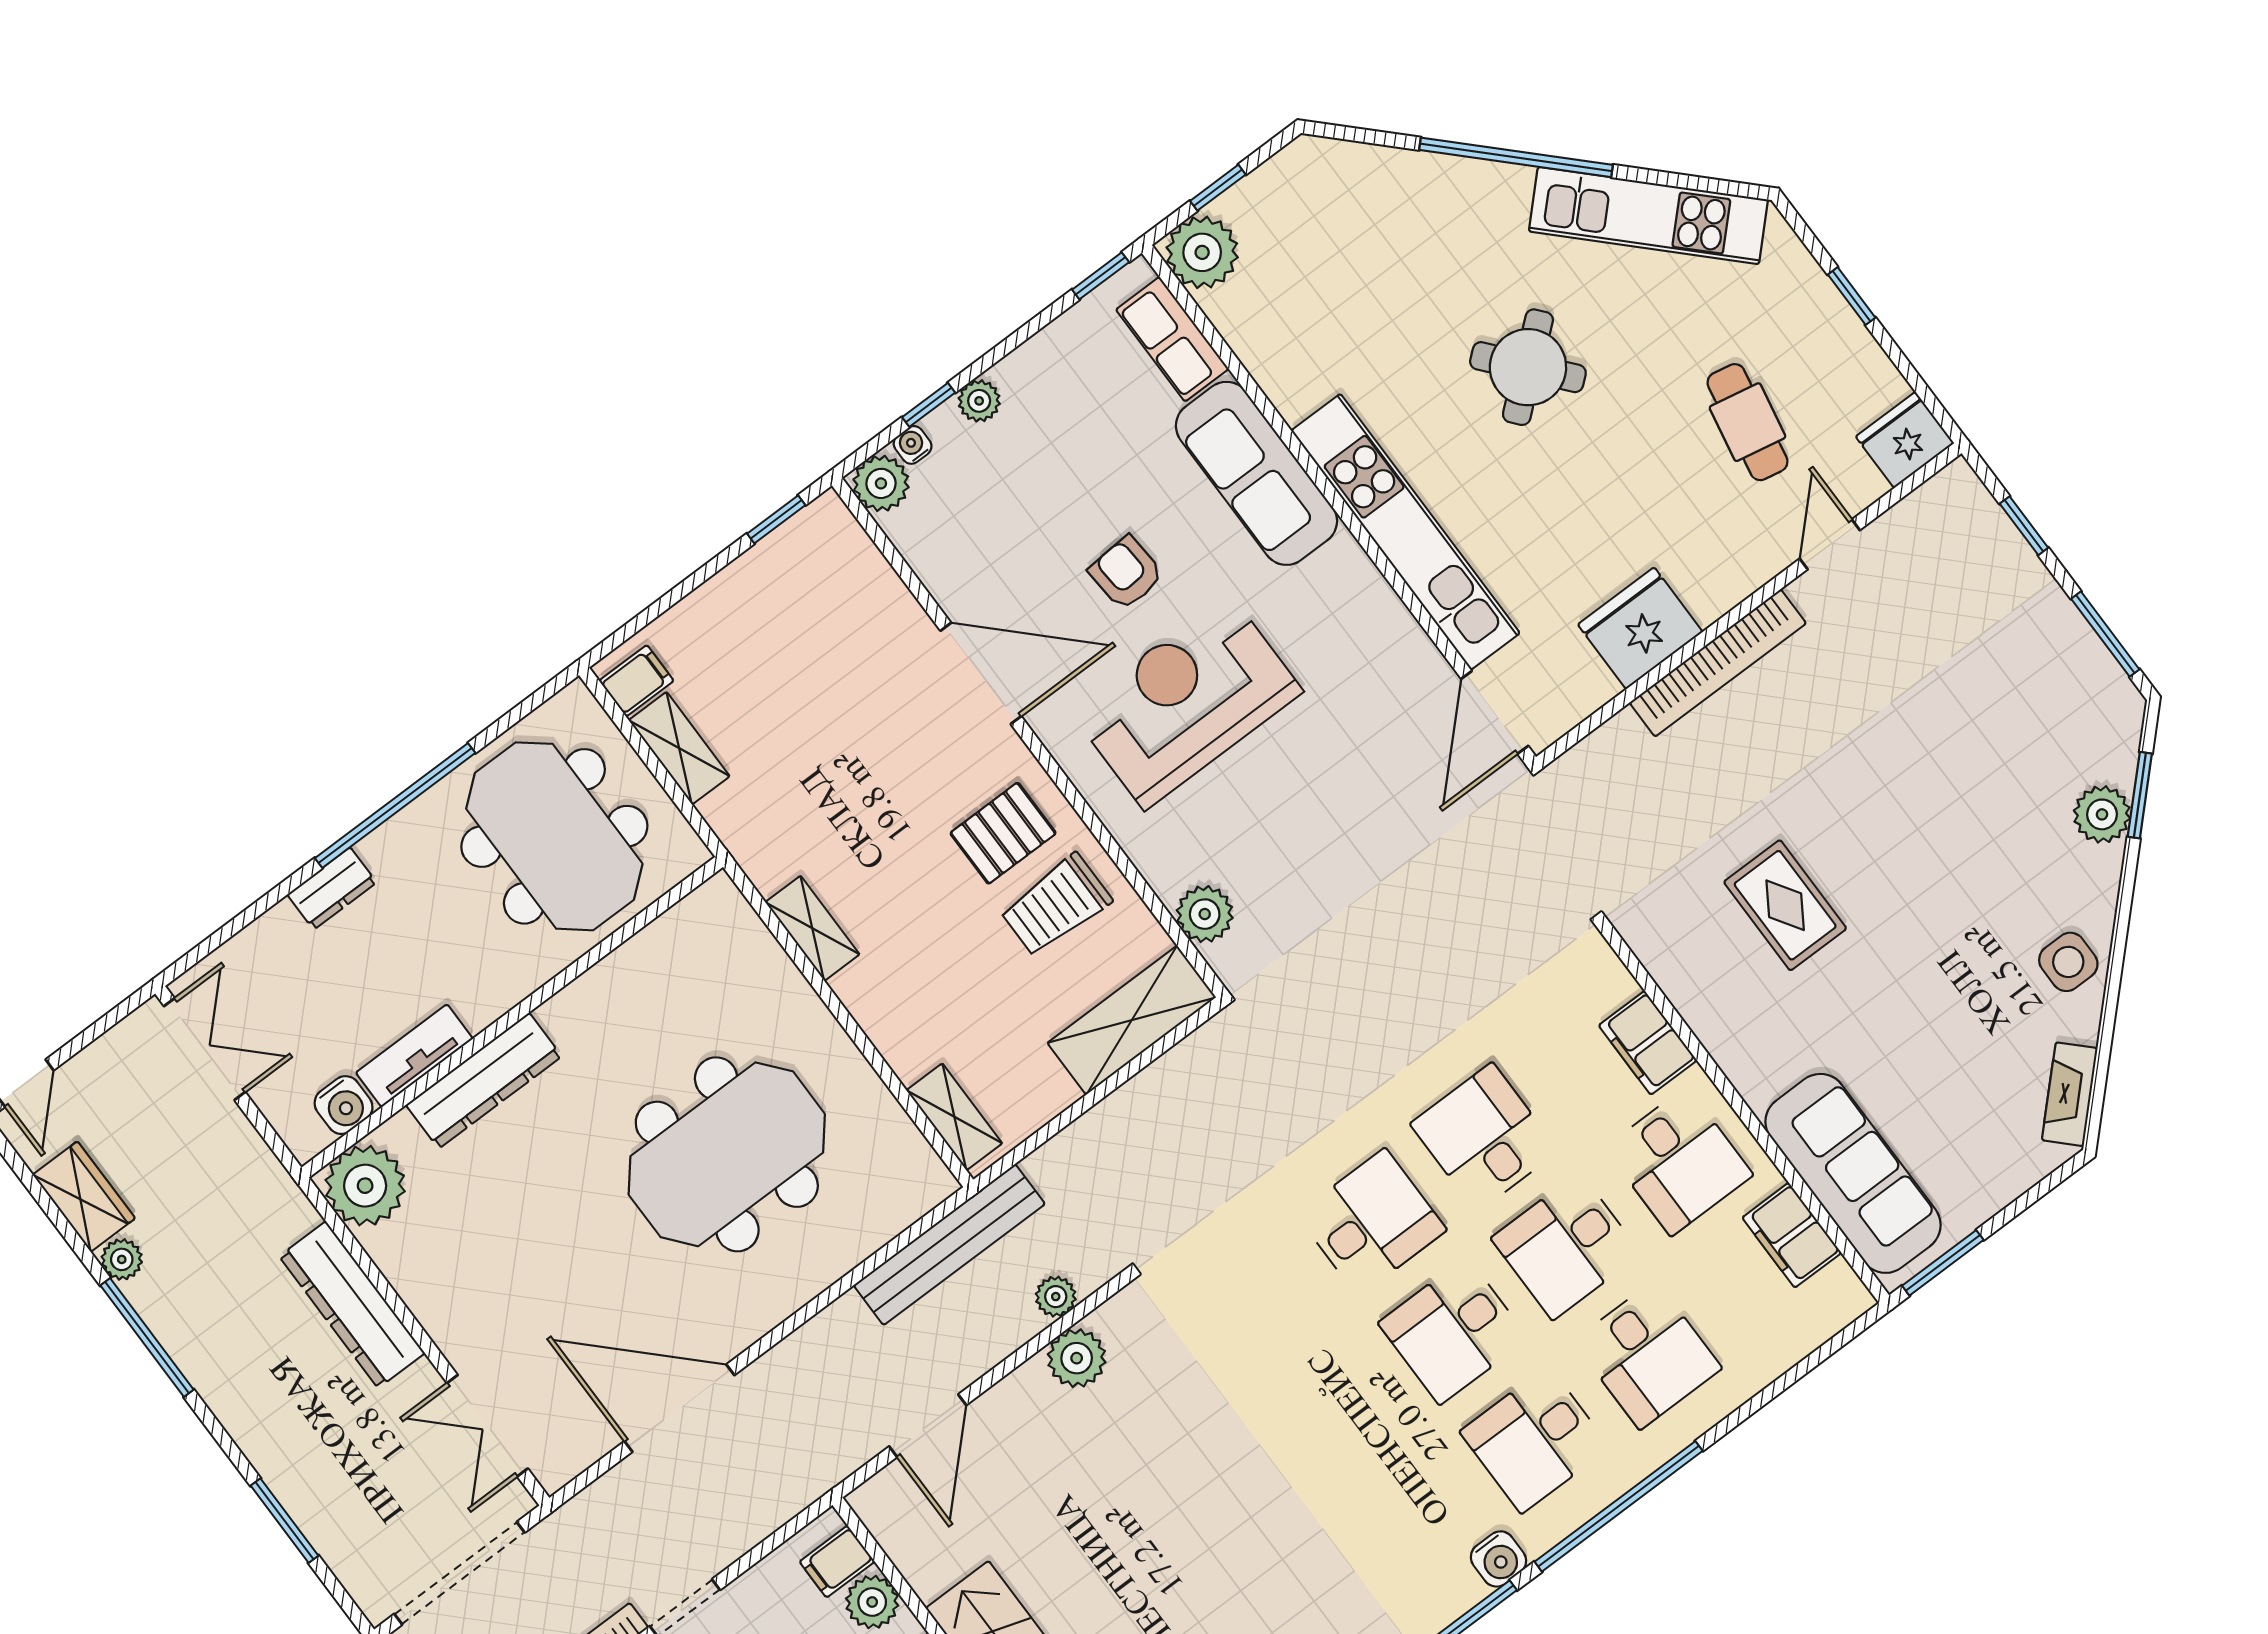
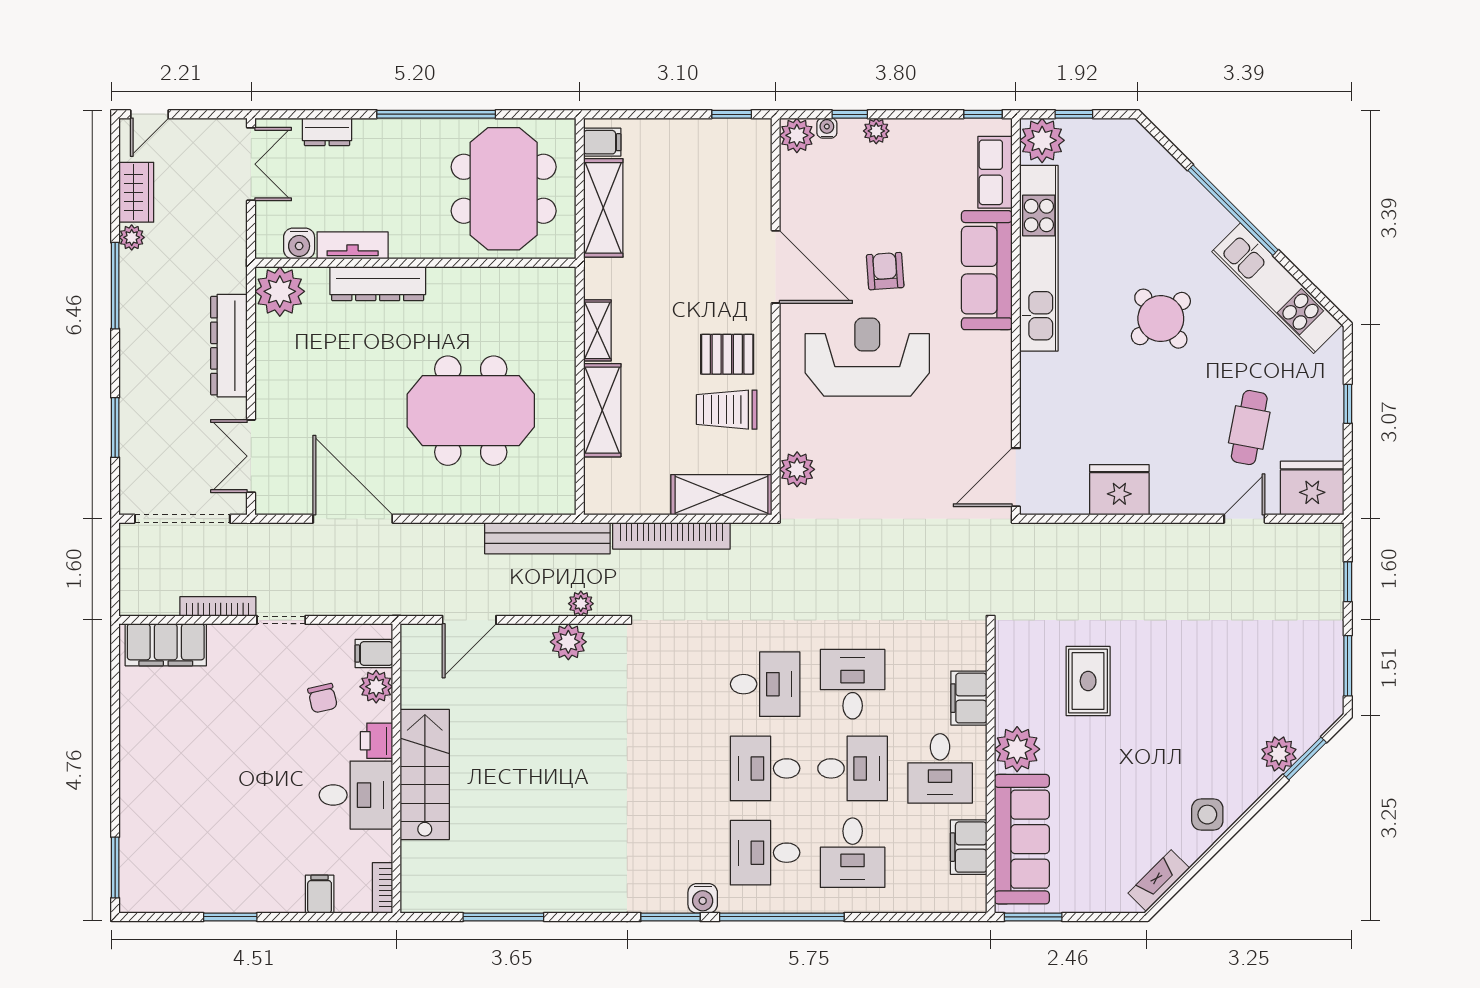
fridge: (1905, 440) -> (1312, 488), width x1.36, depth x1.34
kitchen unit: (1405, 532) -> (1039, 258), moved
bookcase: (1718, 663) -> (671, 536), moved
shelving: (679, 748) -> (603, 208), width x1.50, depth x1.33
dresser: (332, 888) -> (327, 132), moved
plant: (1760, 1062) -> (1017, 749), added
shelving: (954, 1117) -> (602, 410), moved, width x1.50, depth x1.33
desk: (1566, 1246) -> (853, 768), turned 180

